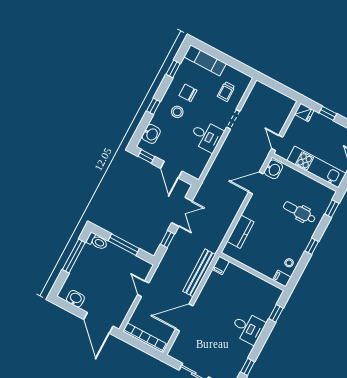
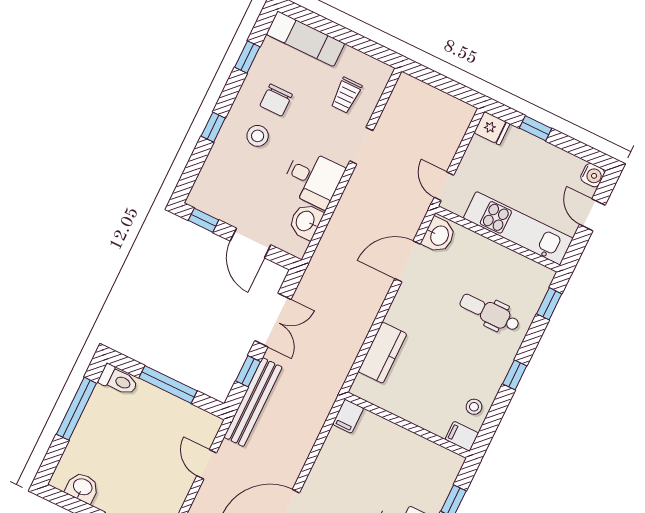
chair: (188, 93) -> (276, 100), turned -90
washbasin: (151, 134) -> (306, 221), moved, turned 180
bench: (199, 273) -> (253, 402), moved

